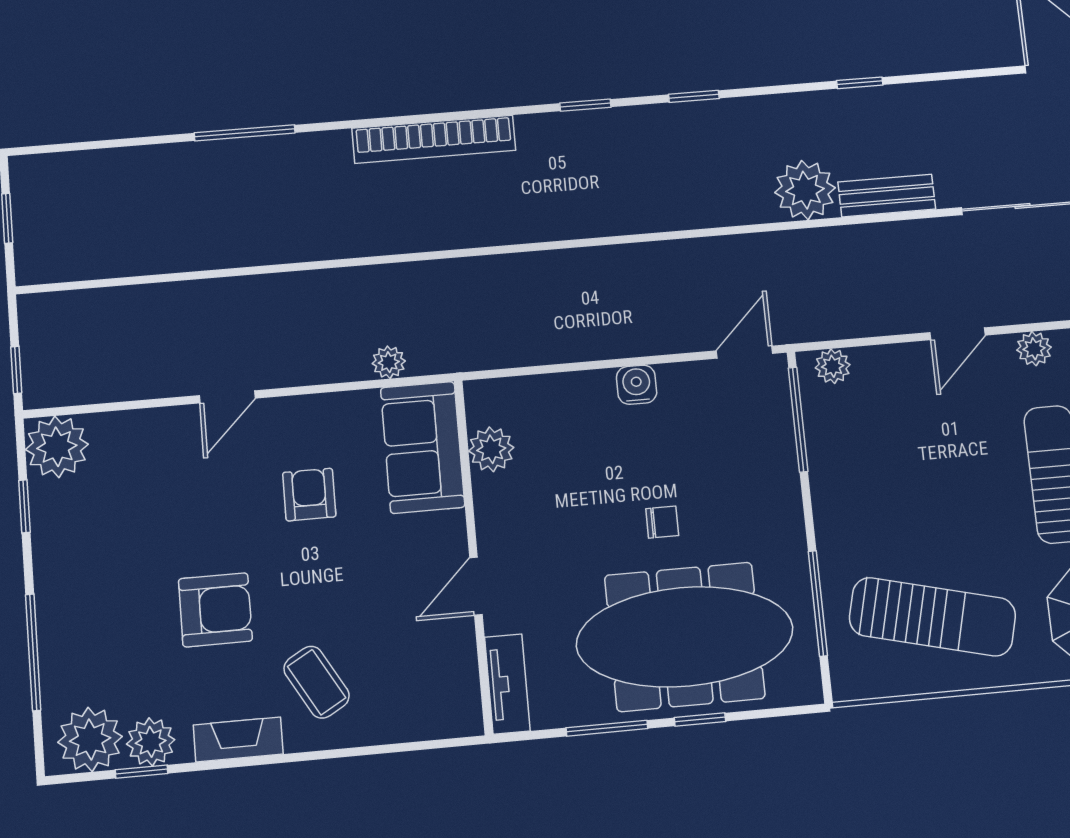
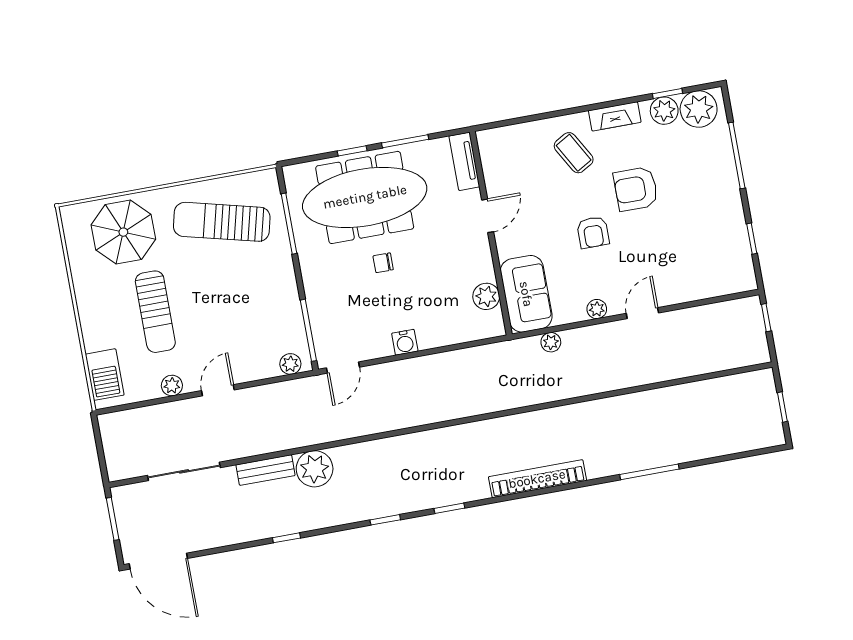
plant: (57, 447) -> (597, 309), moved, width x0.53, depth x0.53
armchair: (309, 495) -> (593, 232), moved

